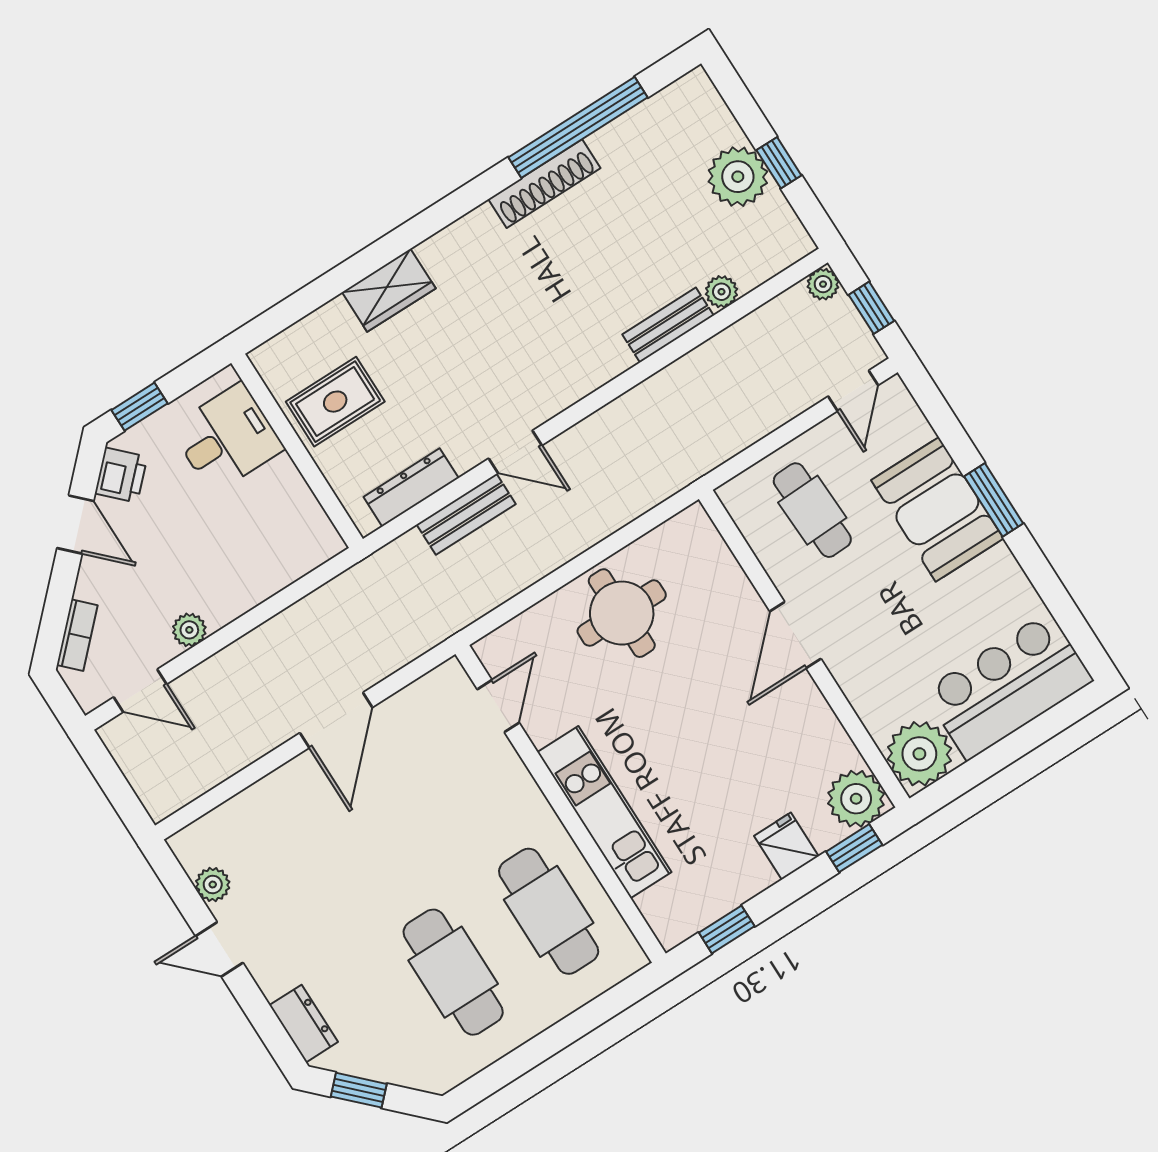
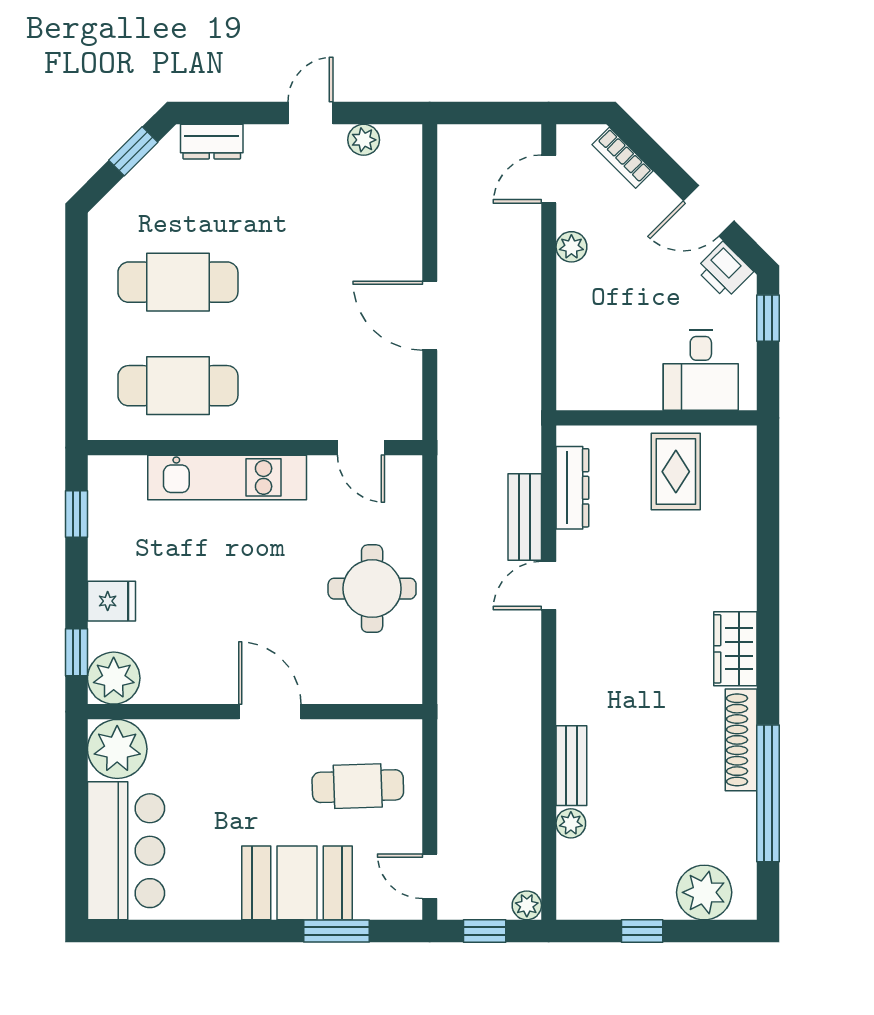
plant: (738, 177) -> (704, 892), moved
wardrobe: (389, 290) -> (735, 649), moved
window: (994, 500) -> (336, 931), moved

